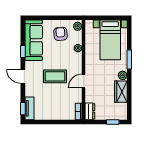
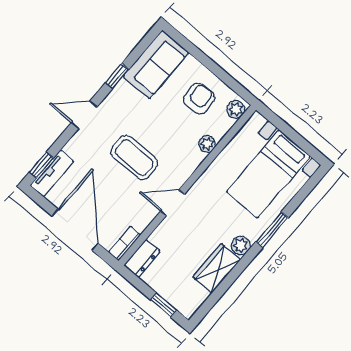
sofa: (34, 40) -> (156, 65), width x0.73
door: (23, 76) -> (84, 115), hinge flipped
door: (56, 122) -> (75, 230), added

